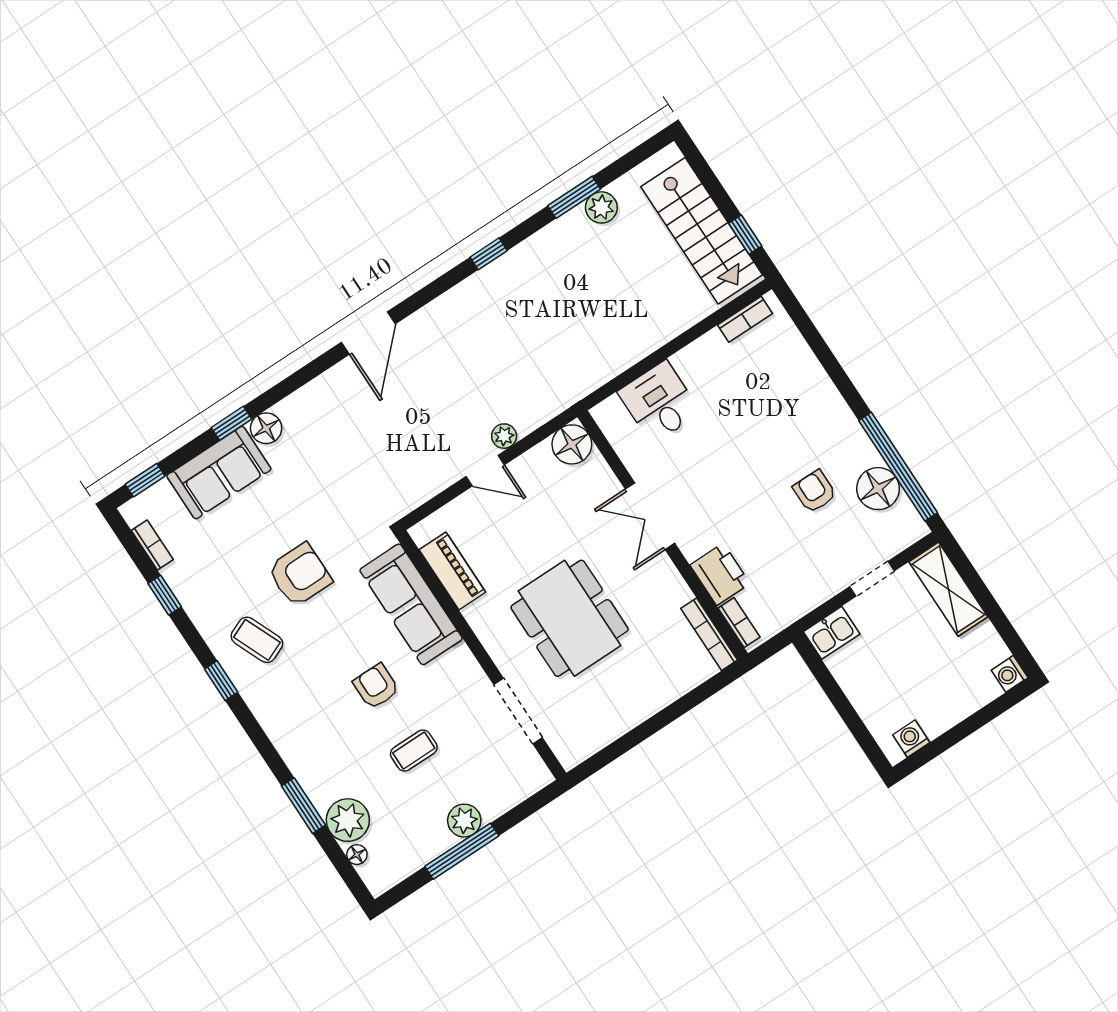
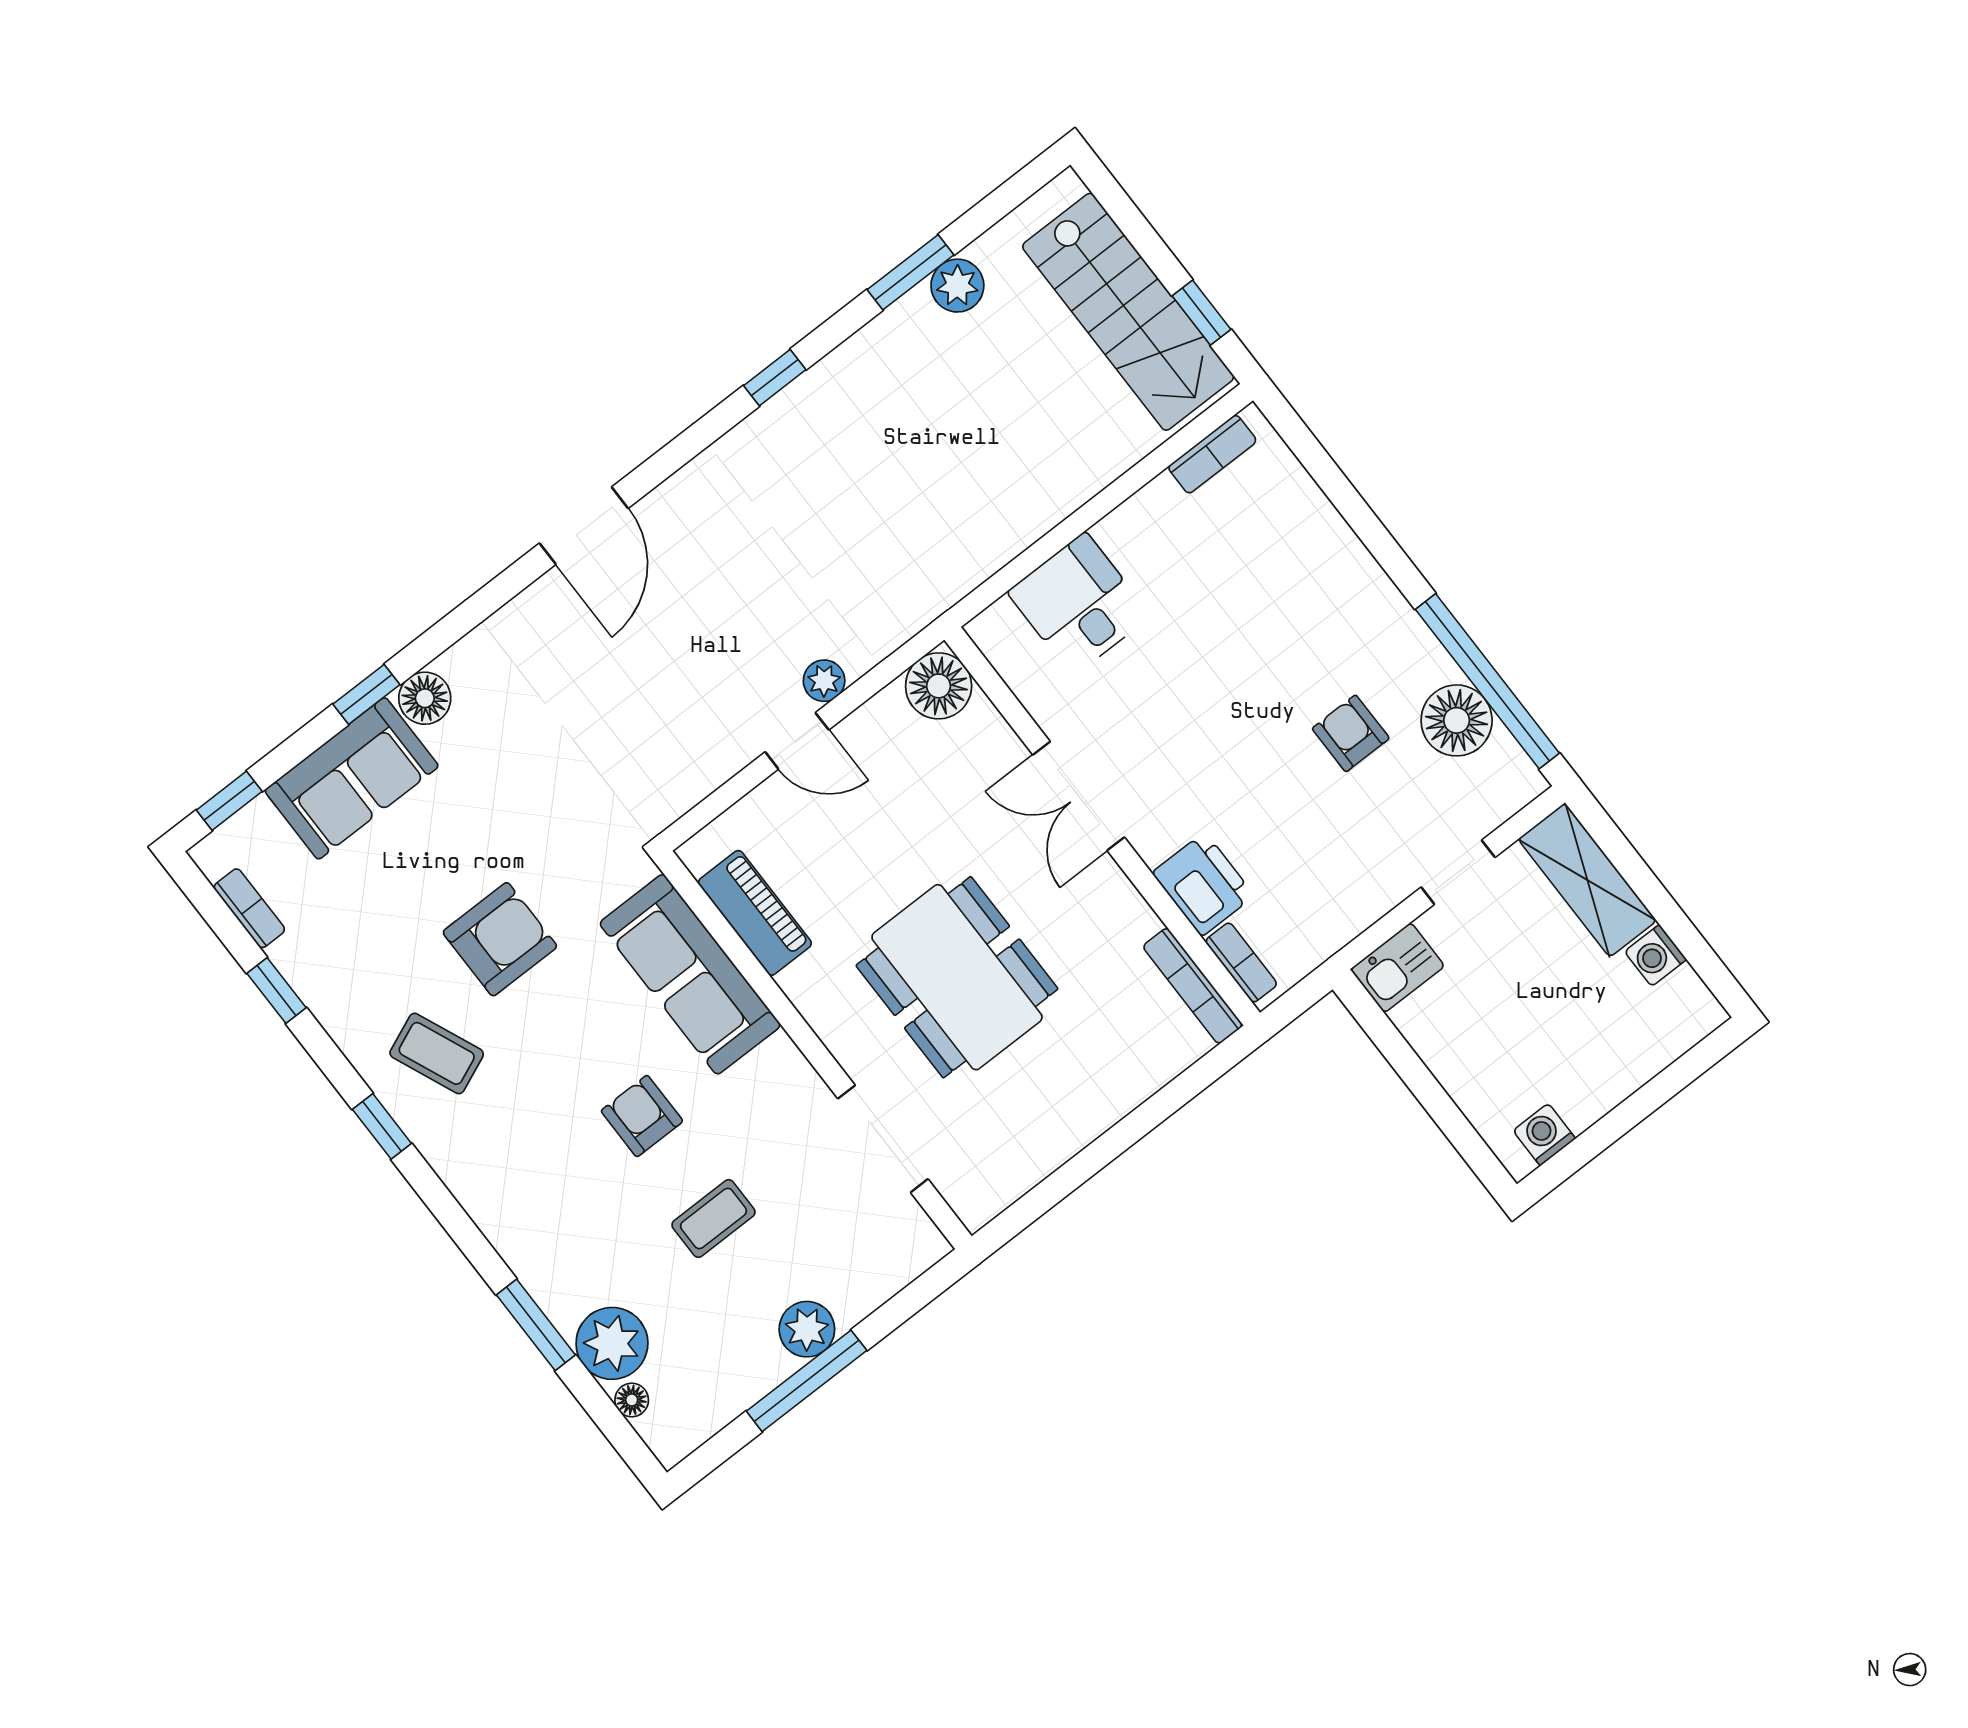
washing machine: (1010, 674) -> (1656, 955), moved

